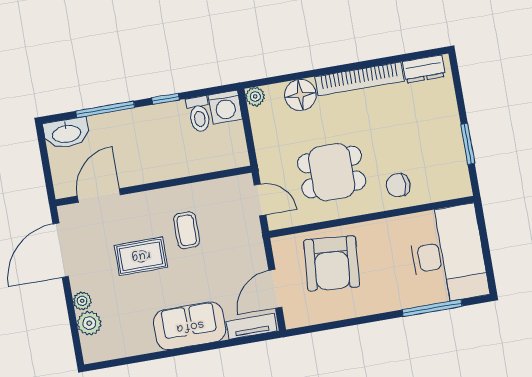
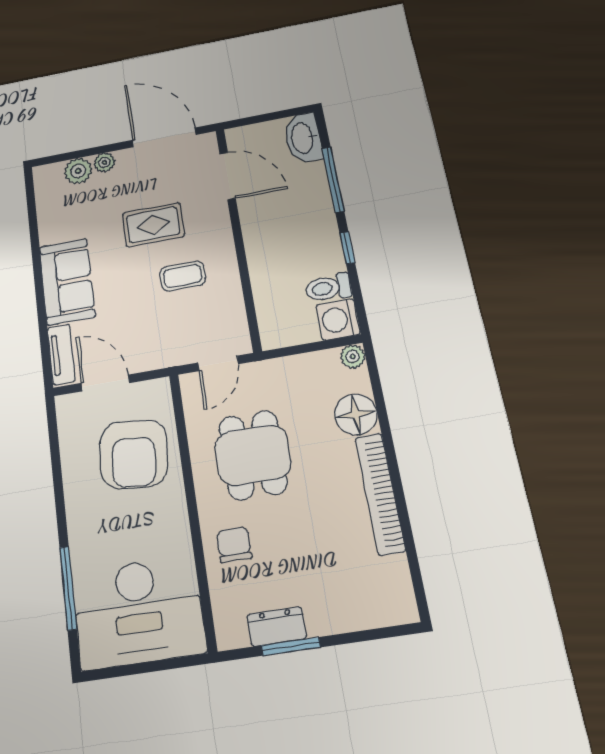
dresser: (424, 69) -> (277, 626), moved, turned 90
rug: (141, 256) -> (153, 225), turned 90
armchair: (332, 263) -> (134, 454), turned -90

